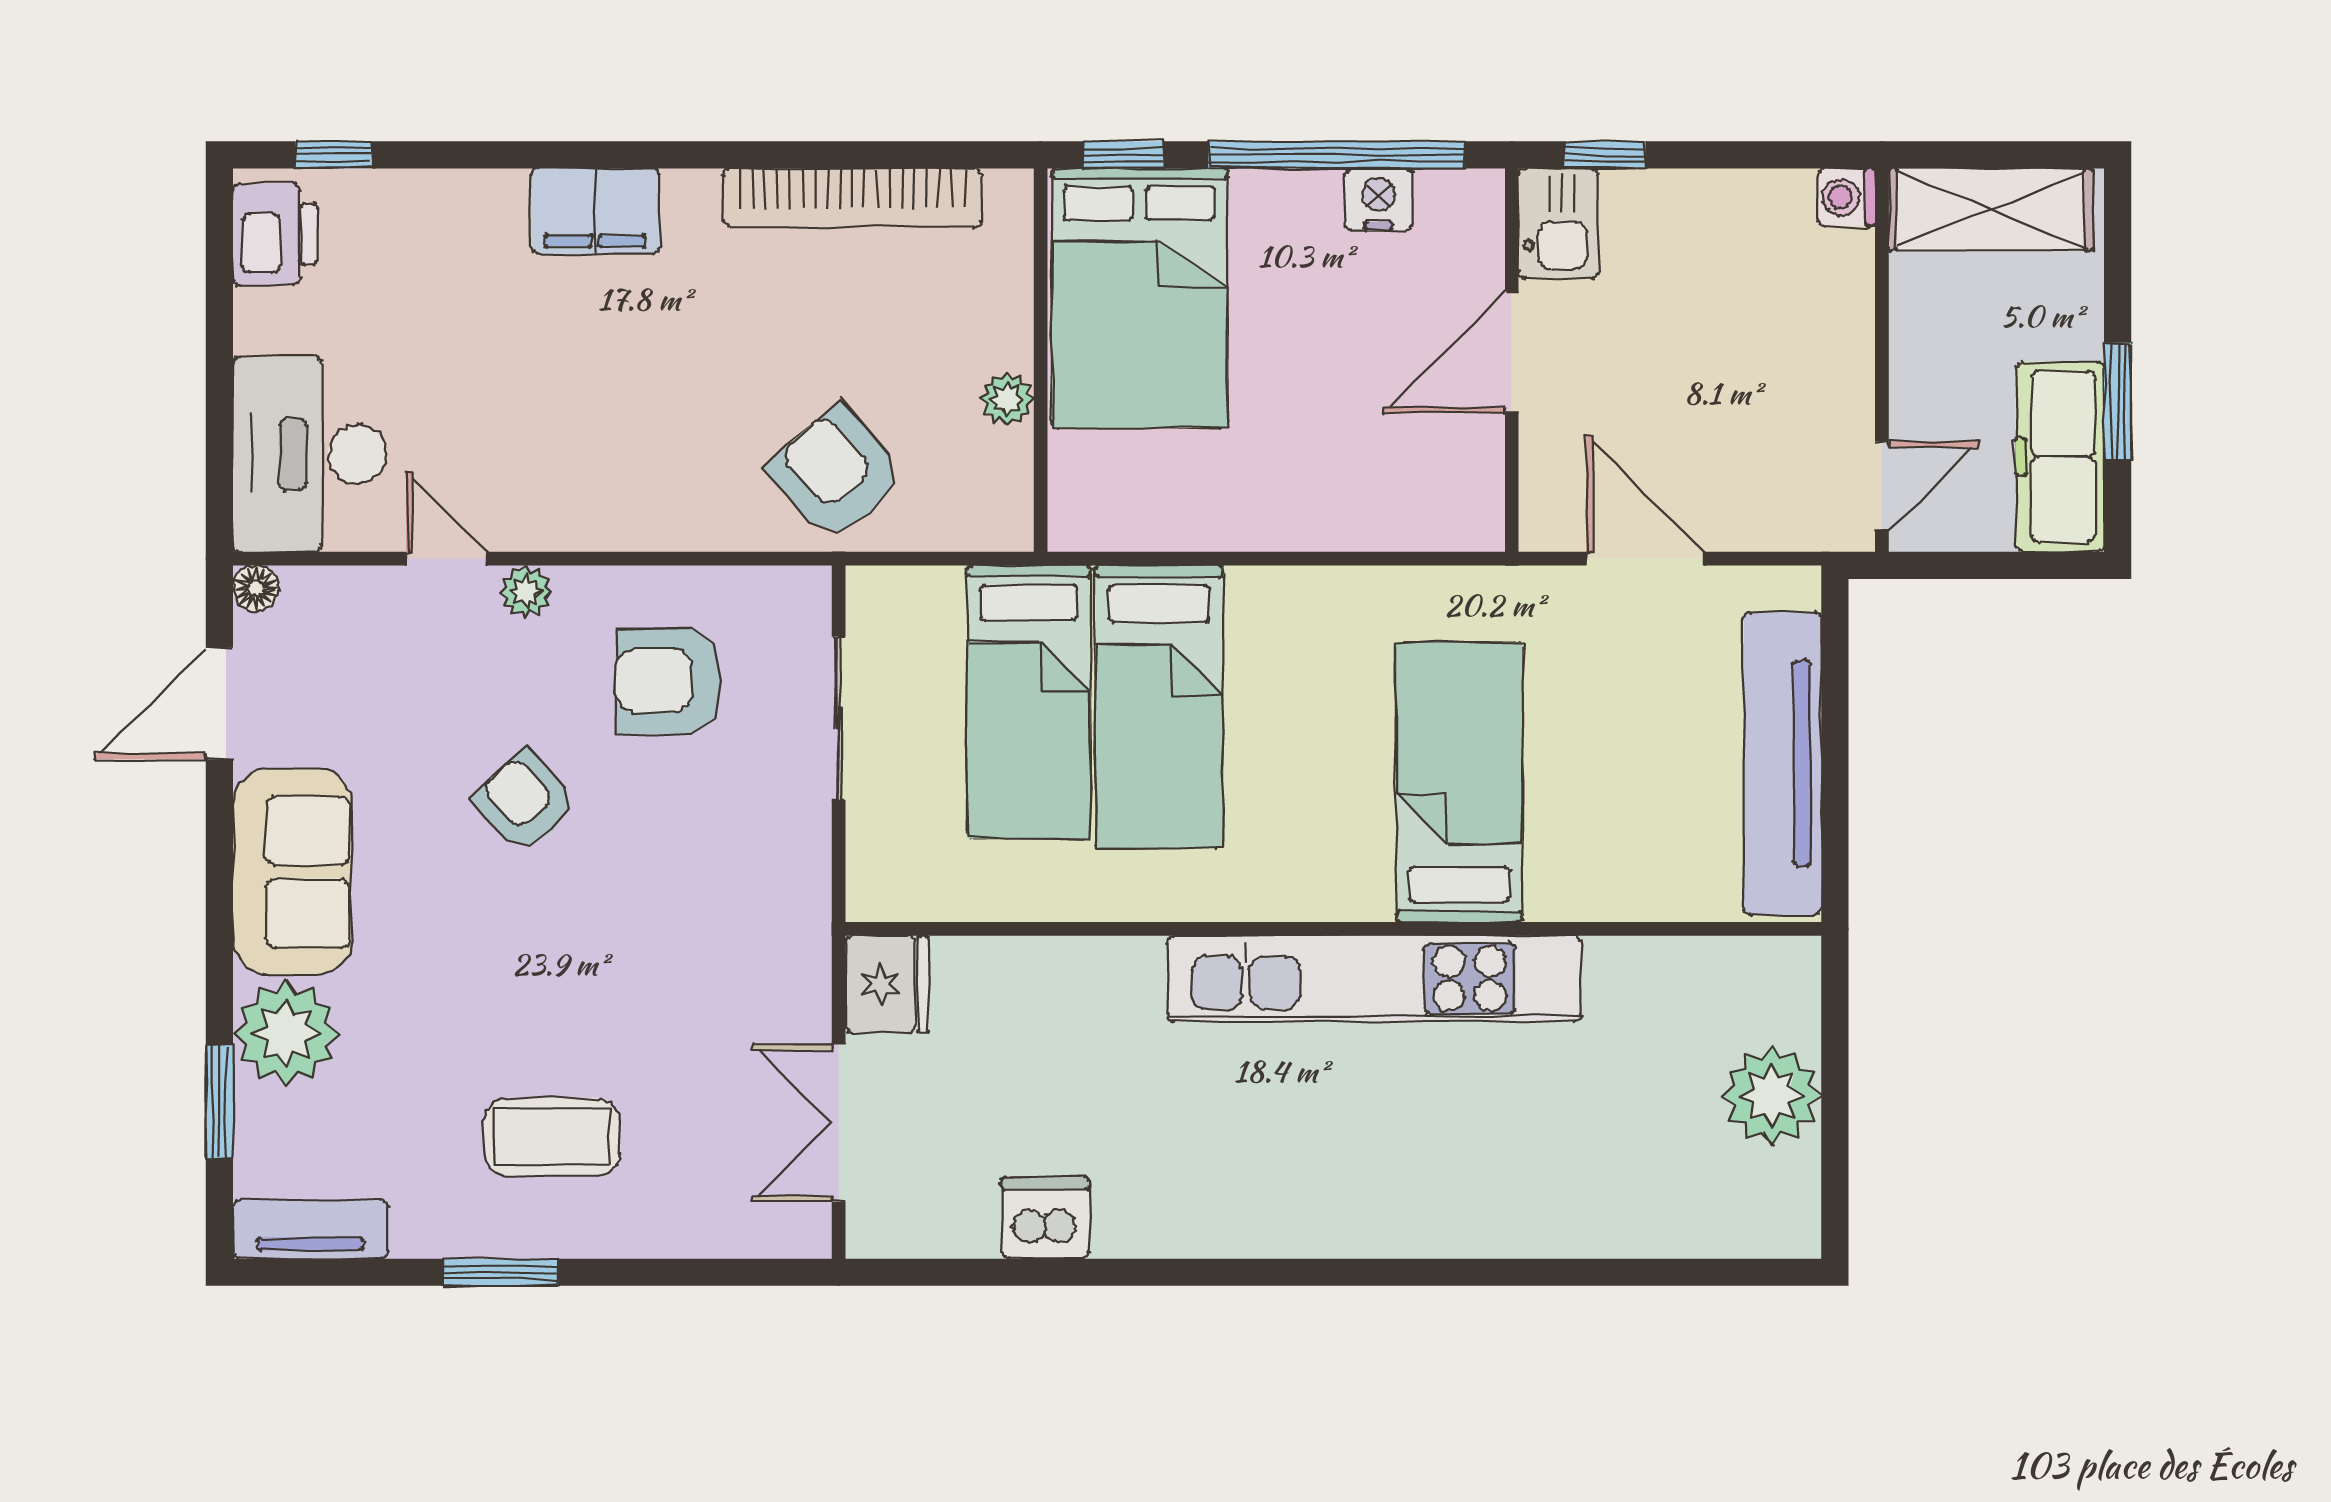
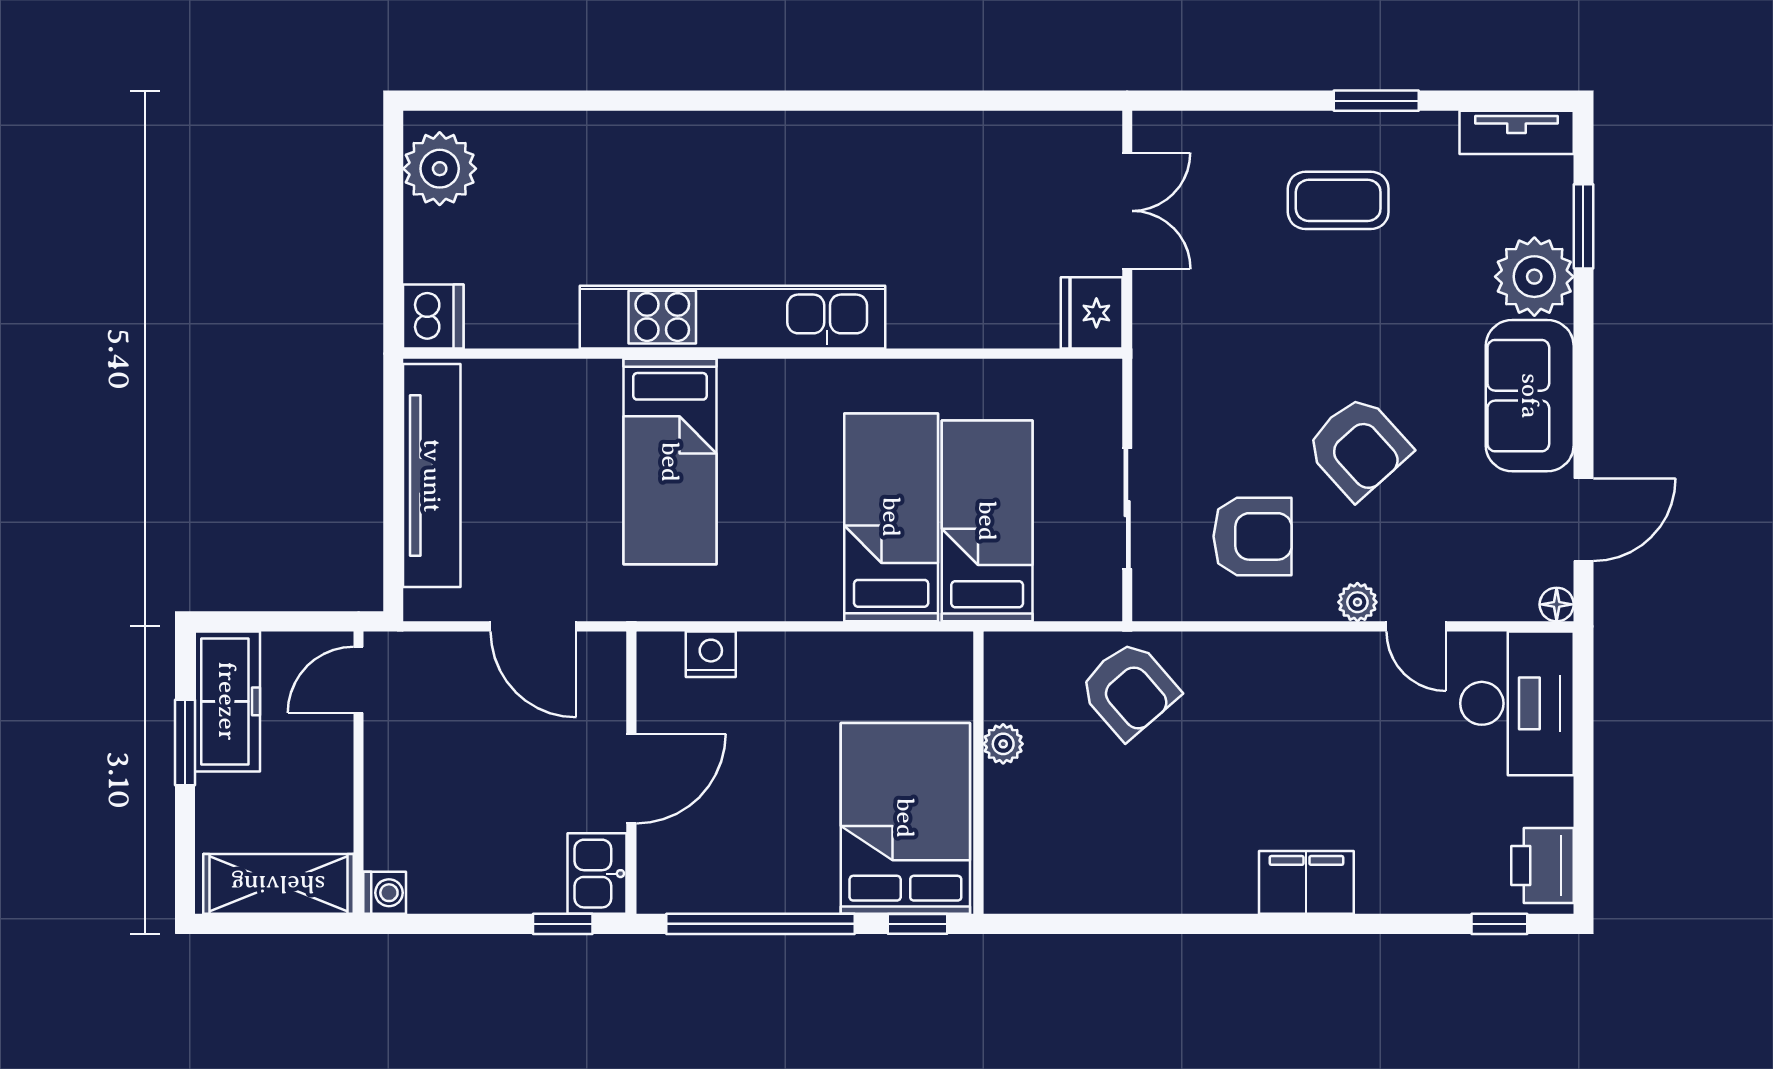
bookcase: (852, 198) -> (1117, 892), removed
nightstand: (1379, 199) -> (711, 654), moved, turned 180
armchair: (525, 801) -> (1358, 447), width x1.38, depth x1.38
plant: (1772, 1095) -> (440, 169), moved
dishwasher: (1045, 1218) -> (433, 317), moved, turned -90

